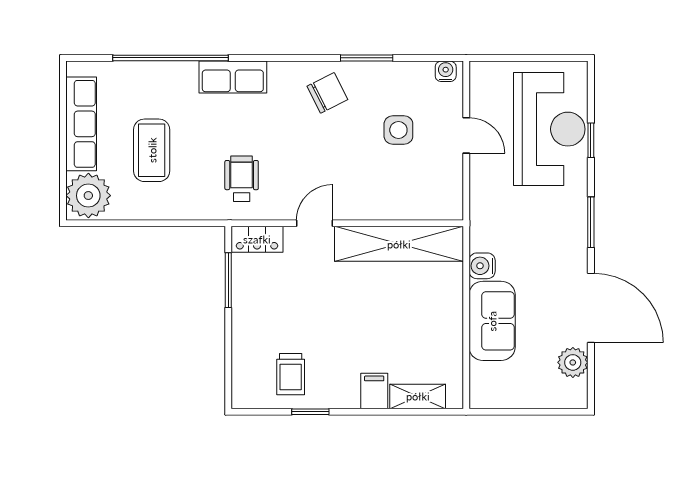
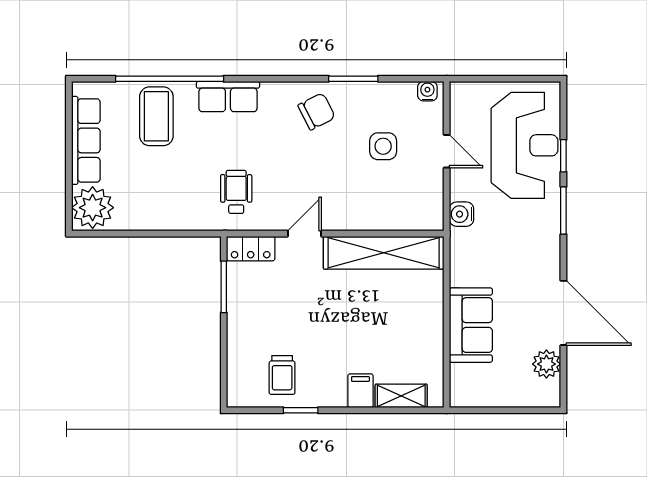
coffee table: (152, 150) -> (156, 116), moved
window: (591, 222) -> (563, 211), moved
water cooler: (482, 266) -> (462, 214), moved

